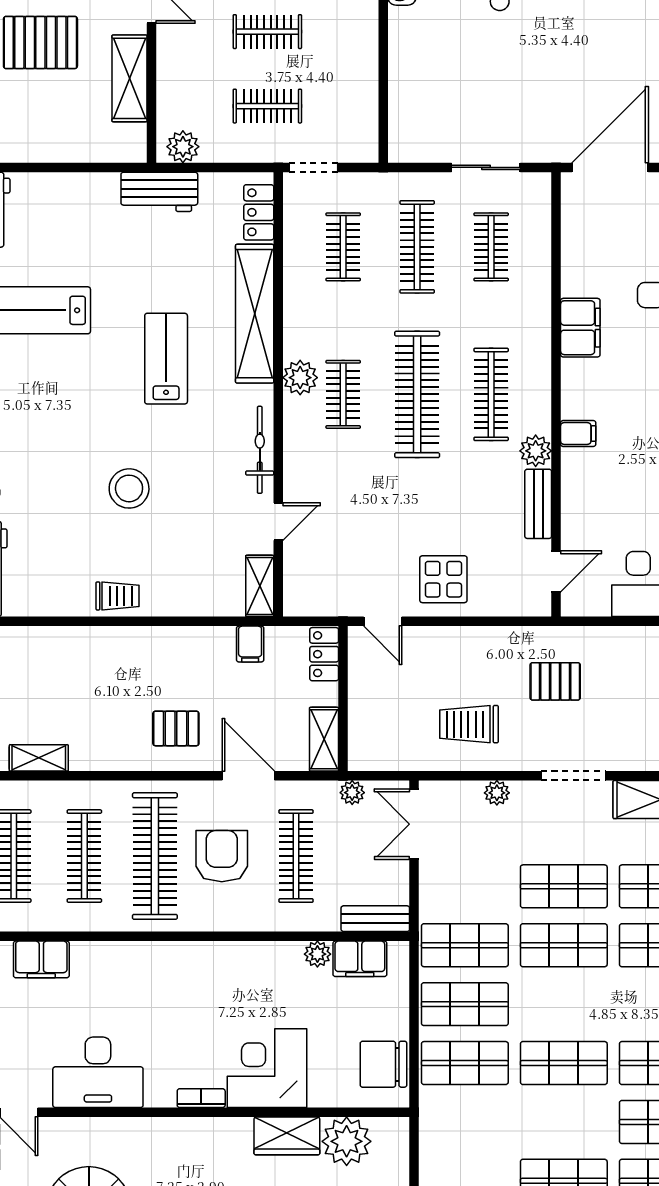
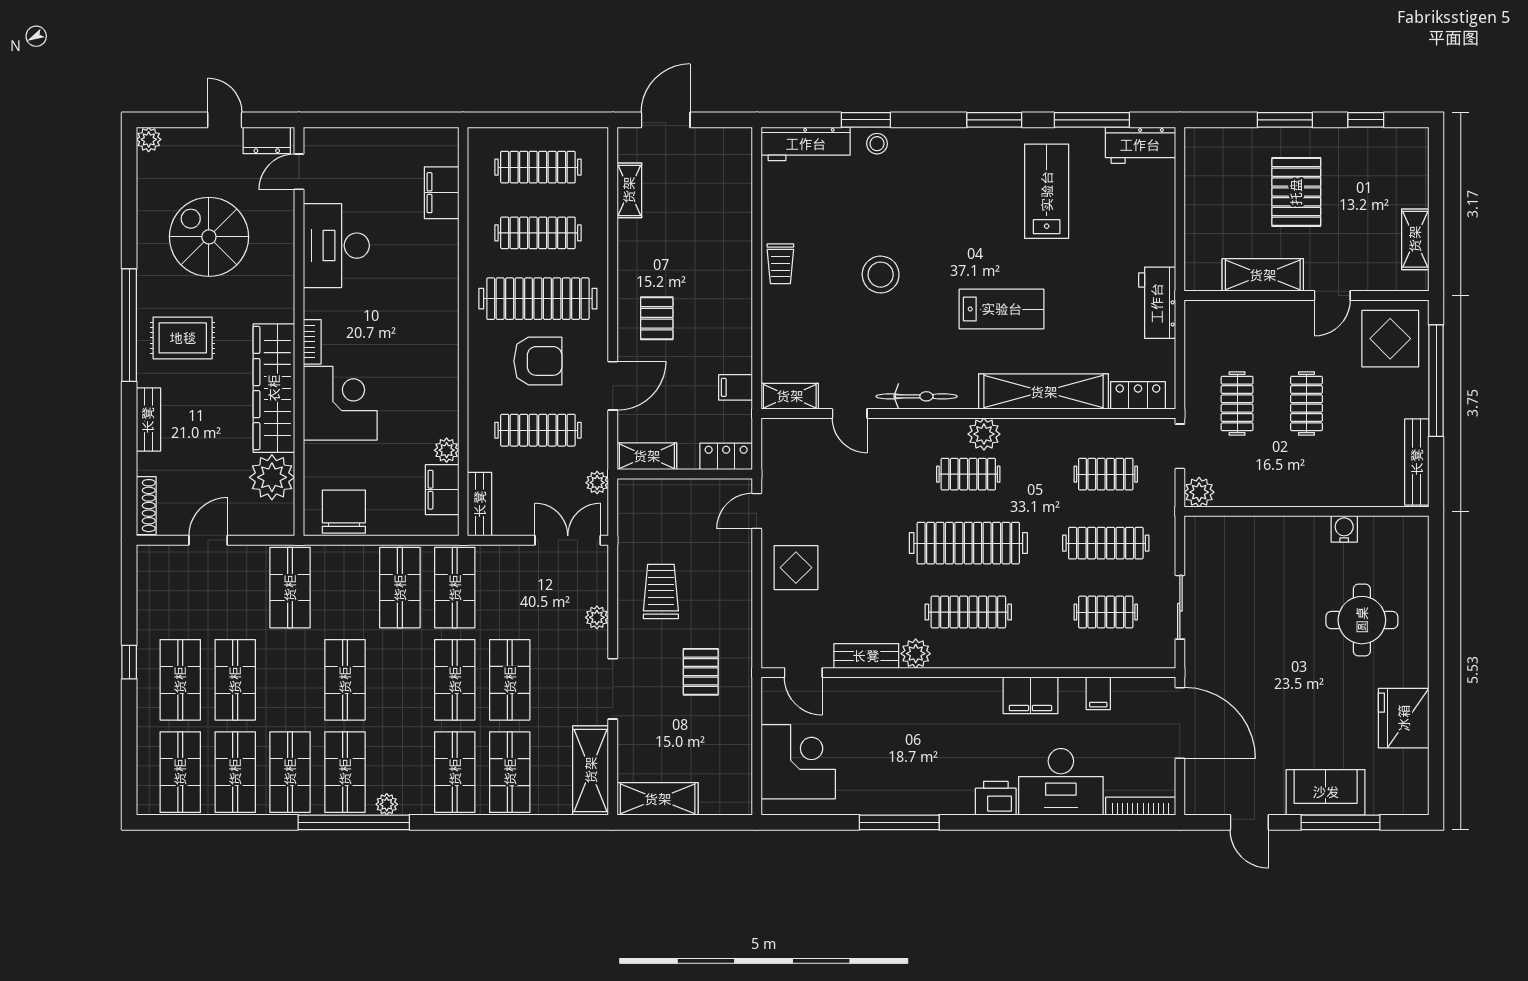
plant: (183, 147) -> (1199, 492), moved
filing cabinet: (578, 434) -> (1098, 693), moved
shop shelf: (465, 1063) -> (290, 588), moved
wardrobe: (287, 1136) -> (274, 388), width x2.10, depth x1.17

